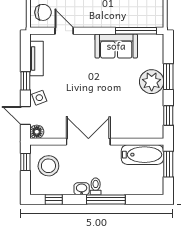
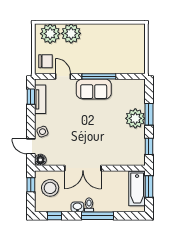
window: (136, 31) -> (99, 76), moved
sofa: (116, 46) -> (94, 89), moved
window: (25, 81) -> (31, 97), moved
double door: (88, 142) -> (83, 168), swing flipped
bathtub: (142, 155) -> (137, 189), moved, turned 90

